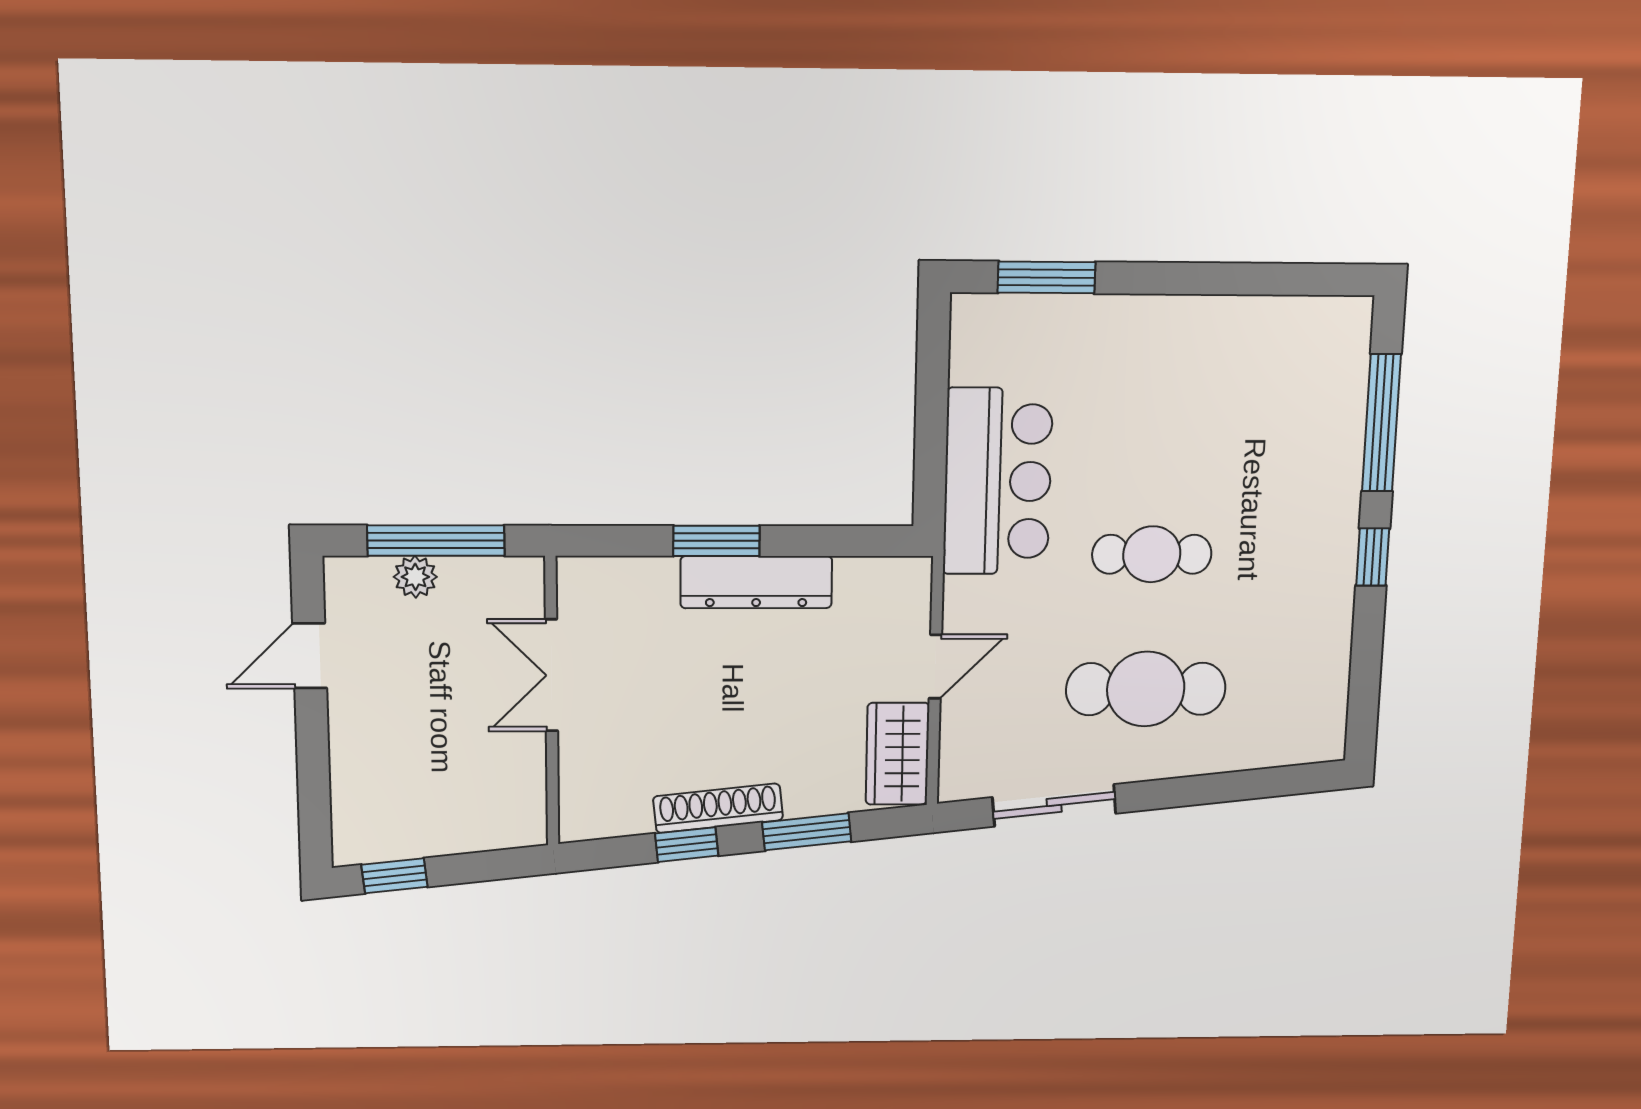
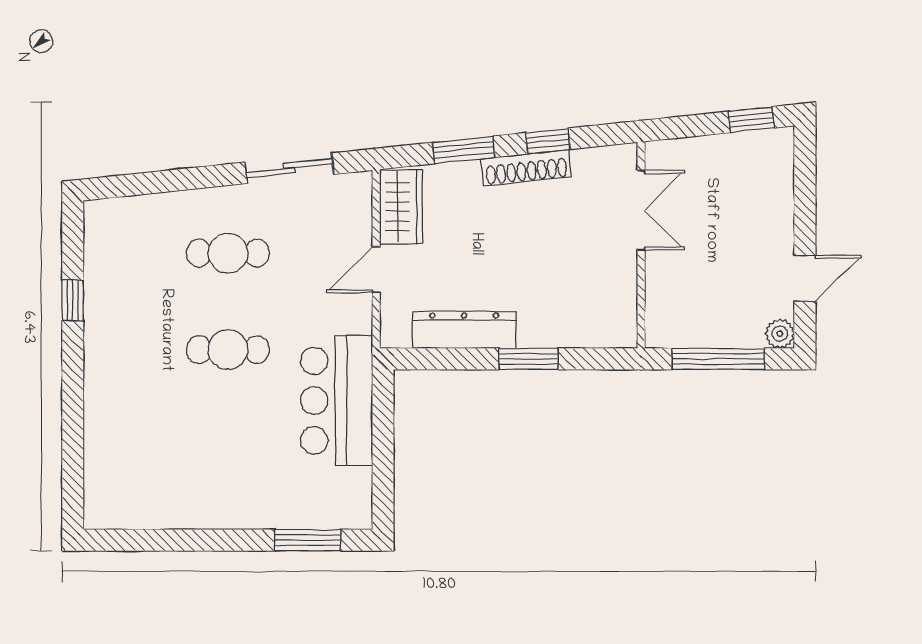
window: (1381, 423) -> (73, 442), removed
window: (1373, 557) -> (73, 300), moved
plant: (415, 577) -> (780, 334), moved
dresser: (756, 582) -> (464, 330), moved
double door: (551, 675) -> (641, 210), moved
cafe table: (1146, 689) -> (228, 253), width x0.73, depth x0.74

